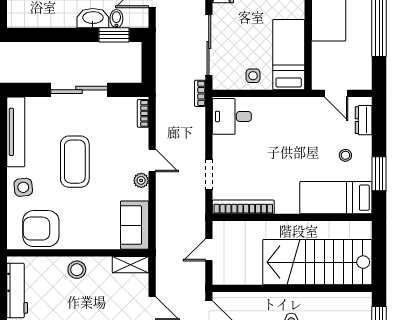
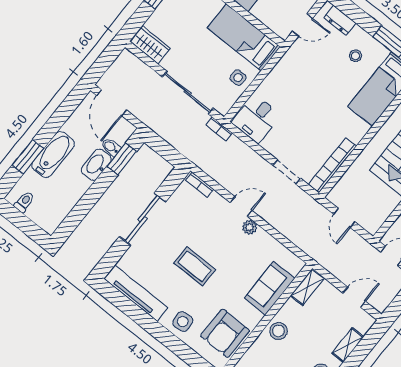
coffee table: (75, 162) -> (195, 266), width x0.73, depth x0.76
sofa: (135, 225) -> (270, 288), moved, turned 90

